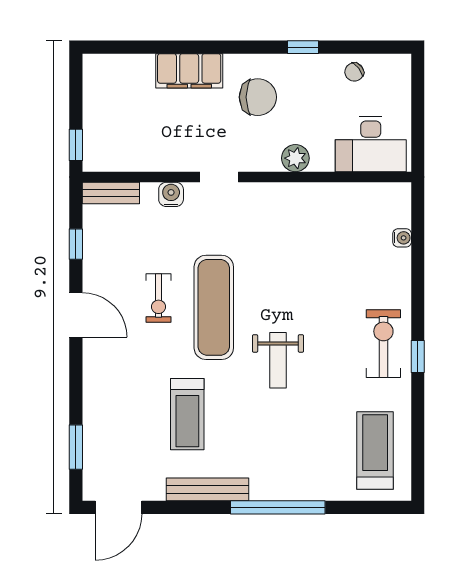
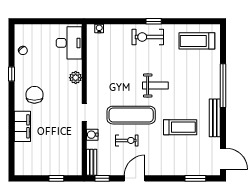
desk: (371, 144) -> (69, 43), moved
plant: (295, 158) -> (76, 78), moved
doorway: (219, 177) -> (84, 113), moved
wall: (247, 177) -> (84, 100), moved
bench: (111, 193) -> (92, 162), moved
water cooler: (171, 194) -> (92, 135), moved

